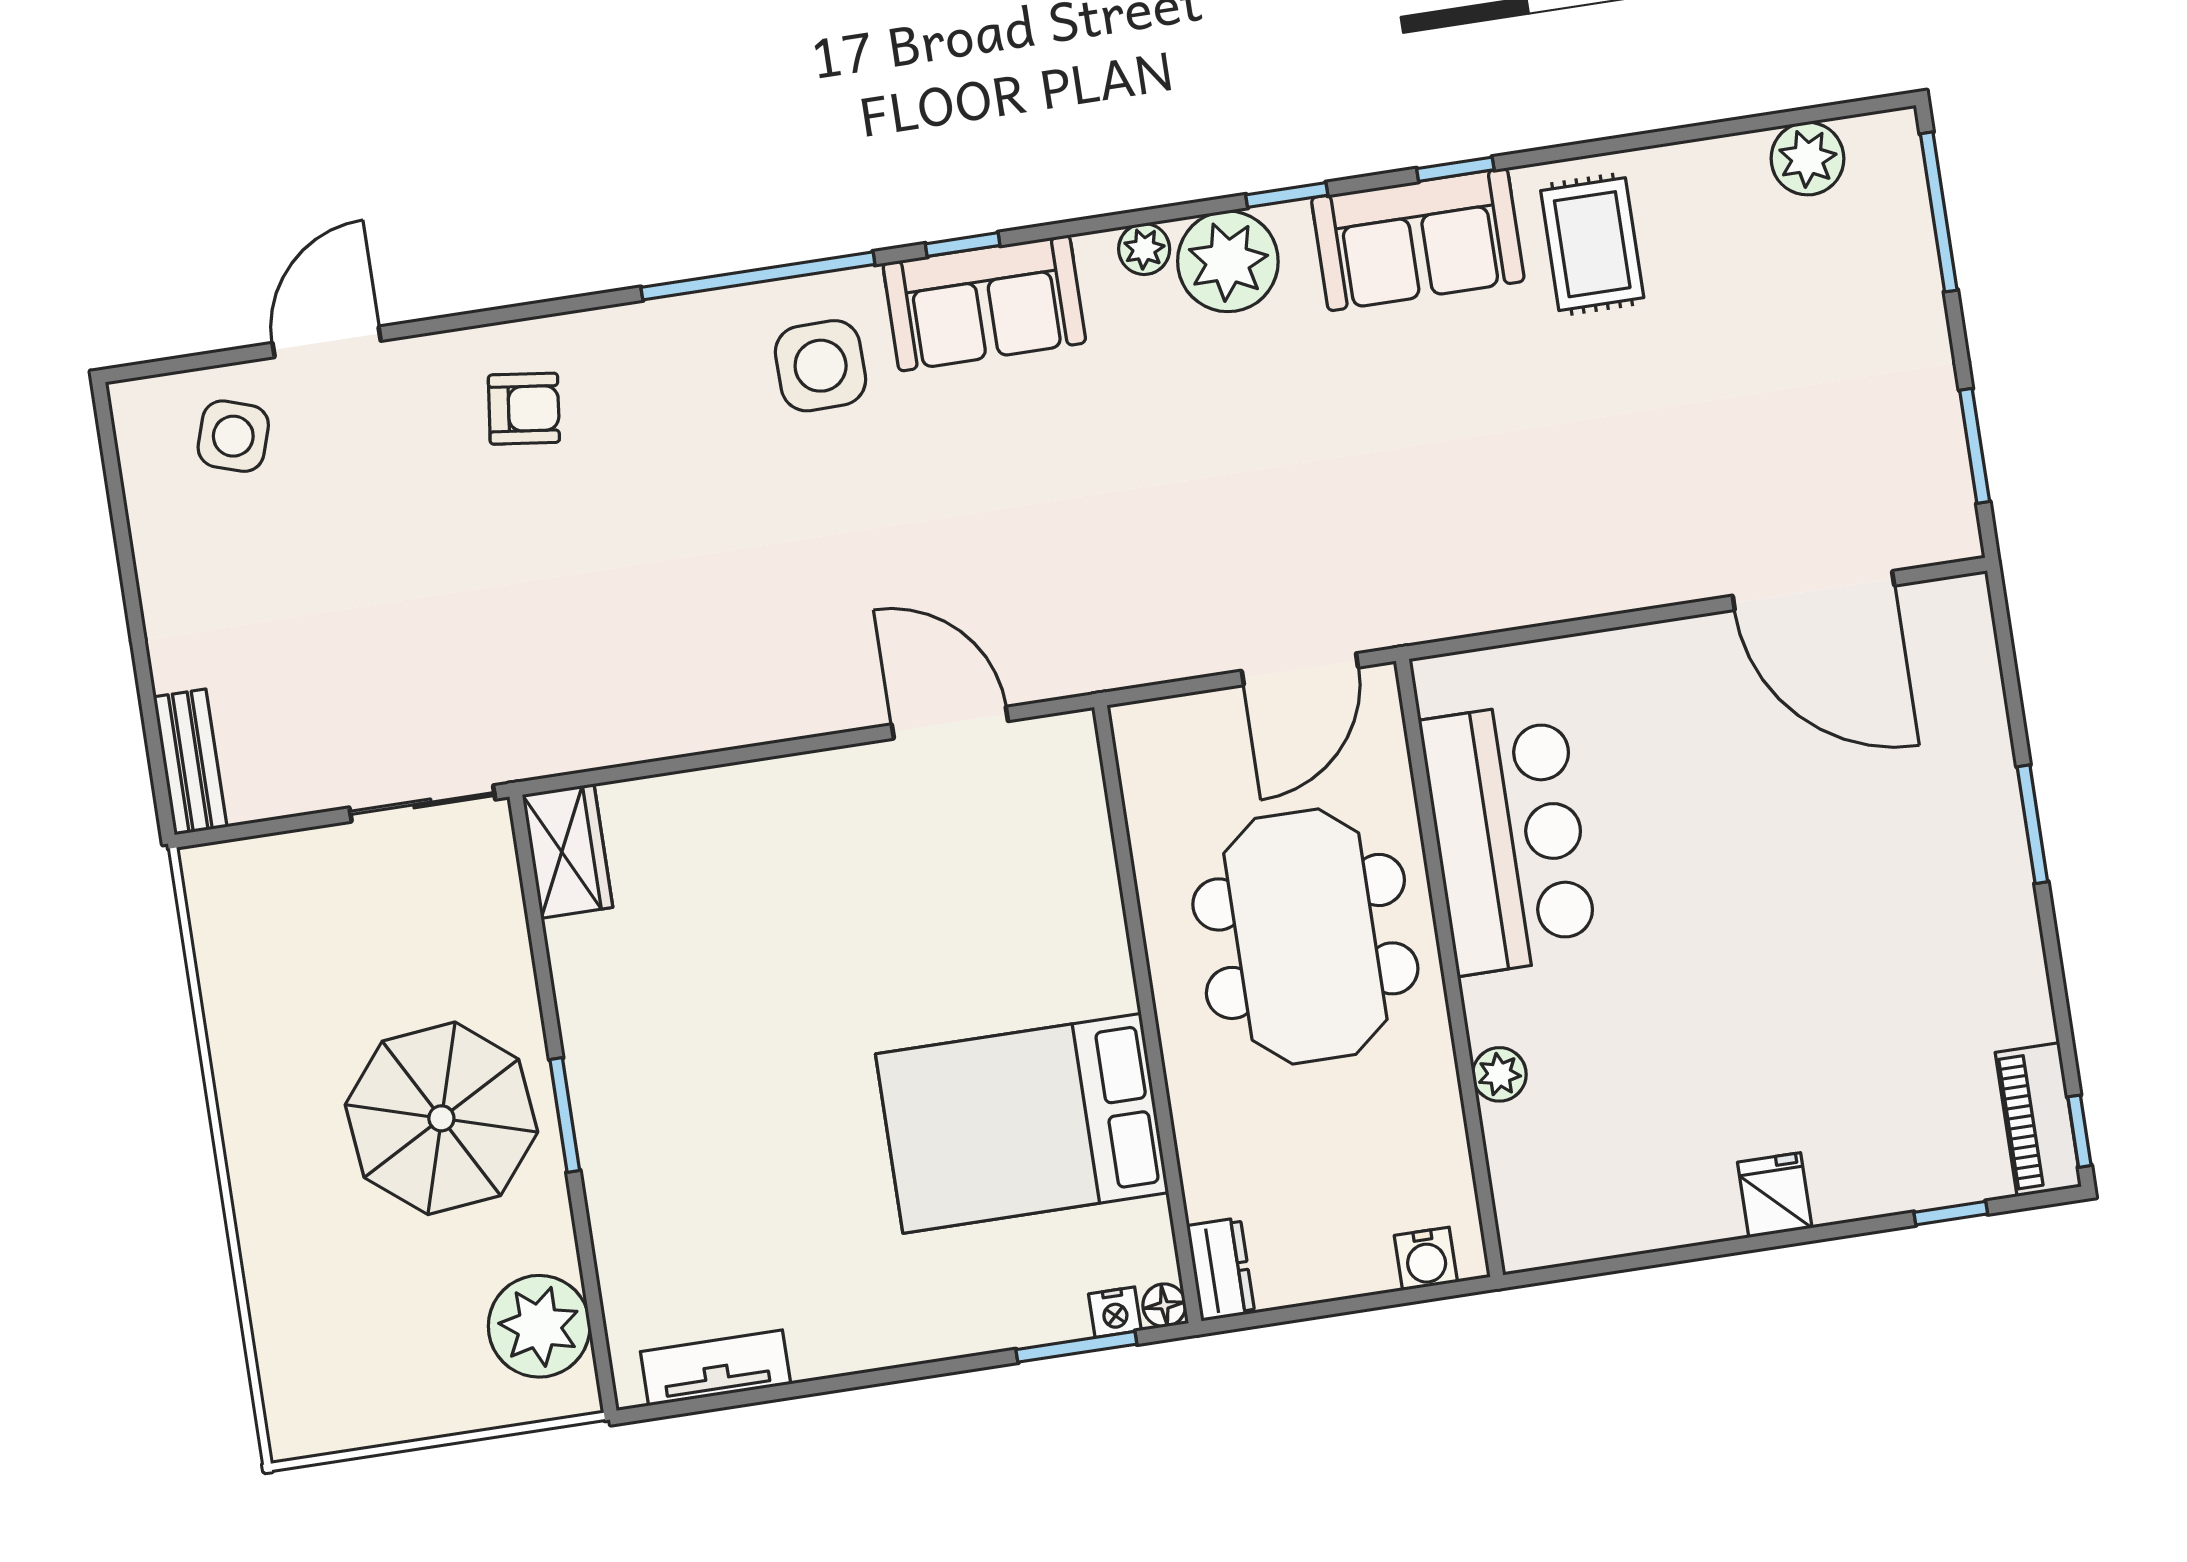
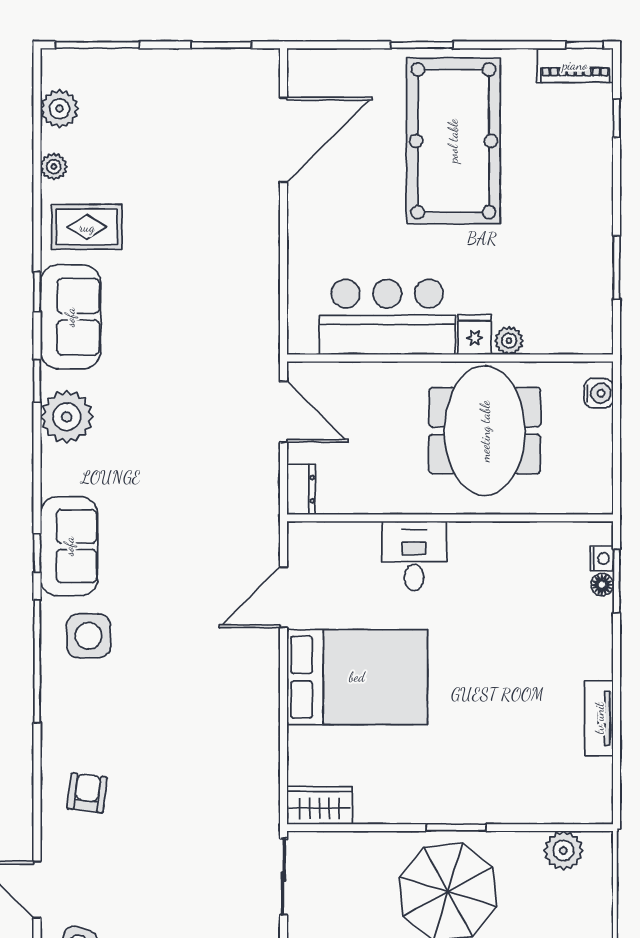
plant: (1144, 249) -> (54, 167), moved
pool table: (1860, 912) -> (453, 141), added
meeting table: (1305, 936) -> (485, 431), moved, turned 90
desk: (1066, 957) -> (414, 556), added
bed: (1022, 1123) -> (357, 677), moved, turned -90
fridge: (1775, 1195) -> (475, 335), moved, turned 90
window: (1668, 1256) -> (617, 268), added
dresser: (1221, 1269) -> (301, 489), moved, turned 90
floor lamp: (1164, 1305) -> (602, 585), moved
plant: (539, 1326) -> (563, 850), width x0.73, depth x0.73
tv unit: (716, 1368) -> (599, 718), moved

